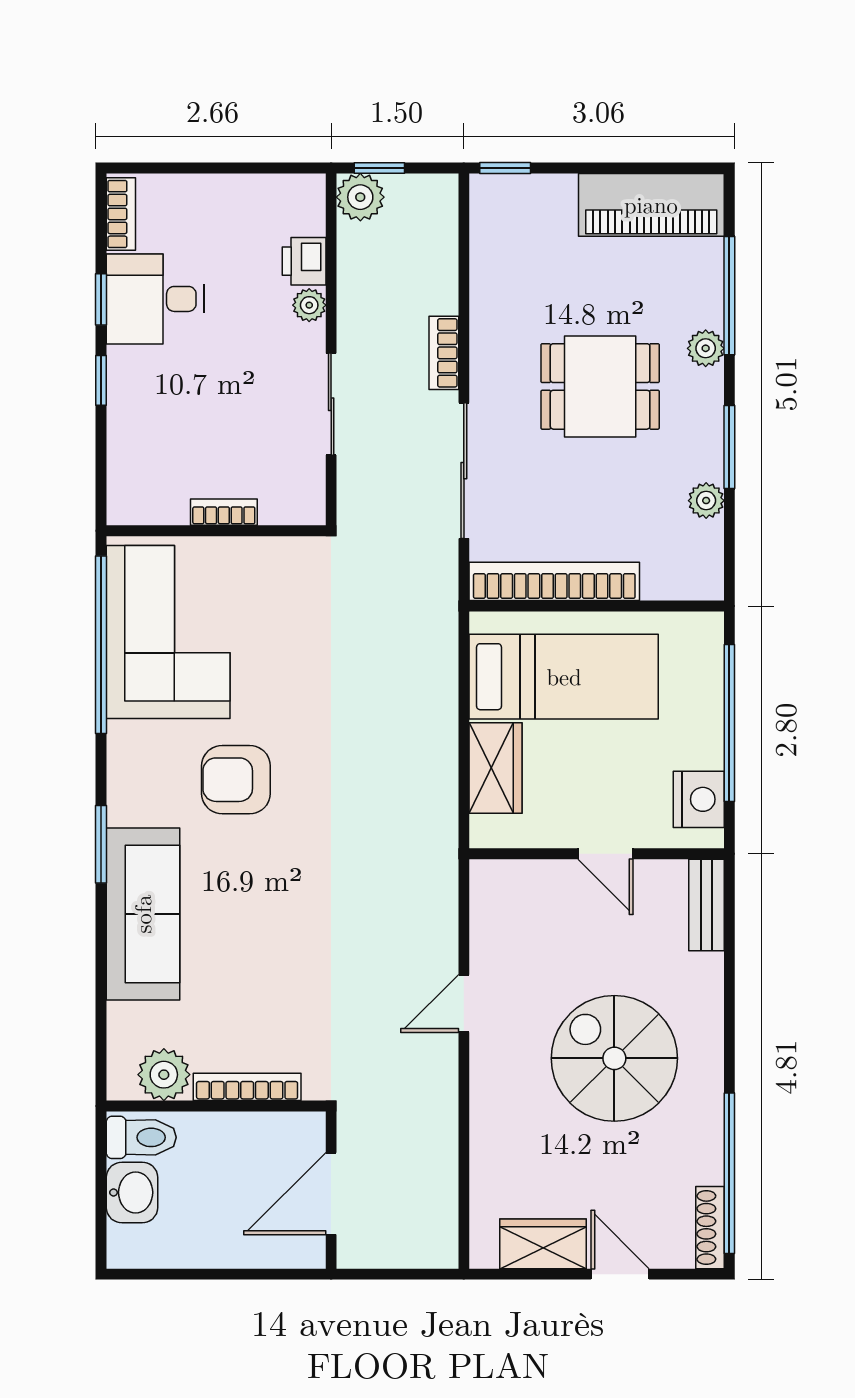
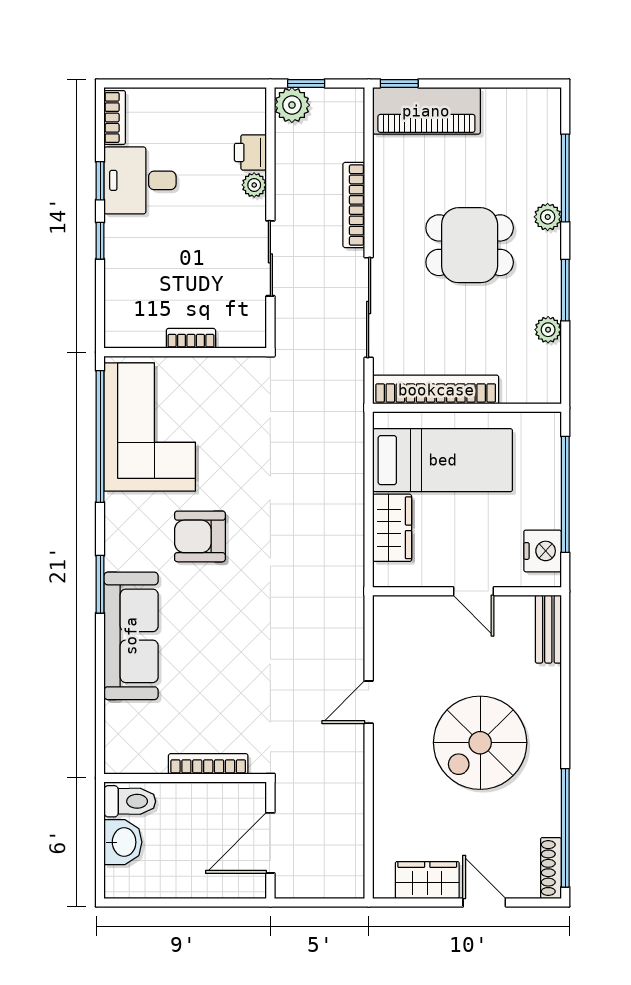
piano: (651, 205) -> (426, 111), moved
bookcase: (444, 353) -> (354, 205), width x1.56
spiral stairs: (614, 1058) -> (480, 743), turned -90
plant: (164, 1075) -> (147, 755), removed

